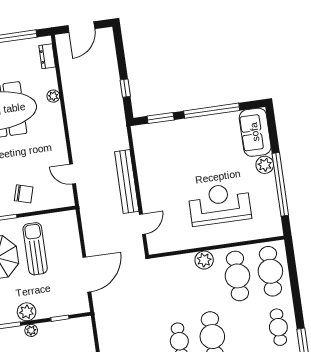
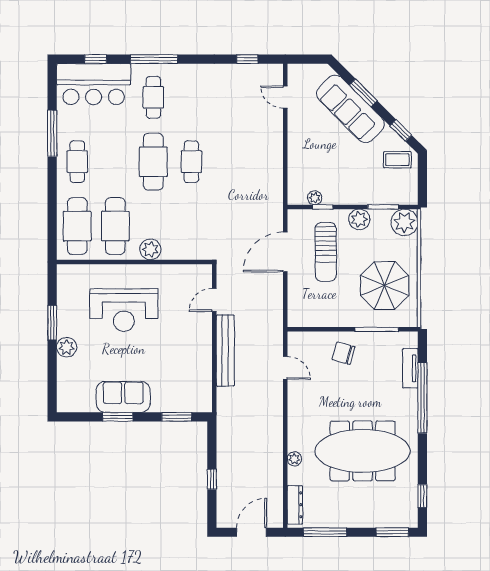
dresser: (47, 56) -> (295, 505), width x1.44
window: (125, 88) -> (212, 479), moved
window: (212, 111) -> (118, 417), width x0.47
sofa: (255, 132) -> (123, 397), moved, turned -90
window: (280, 184) -> (52, 323), width x0.47
sun lounger: (35, 249) -> (326, 252), moved
plant: (31, 330) -> (315, 198), moved

